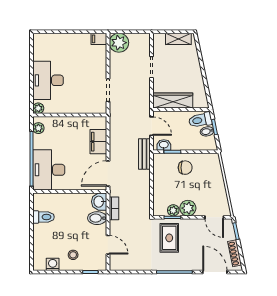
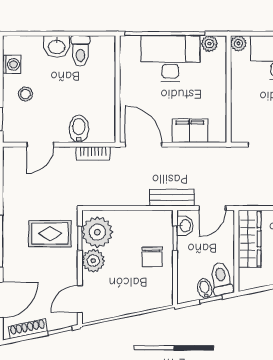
desk: (49, 170) -> (170, 59), moved
washbasin: (99, 202) -> (57, 46), moved, turned 180
plant: (173, 210) -> (97, 232), width x1.88, depth x1.88

